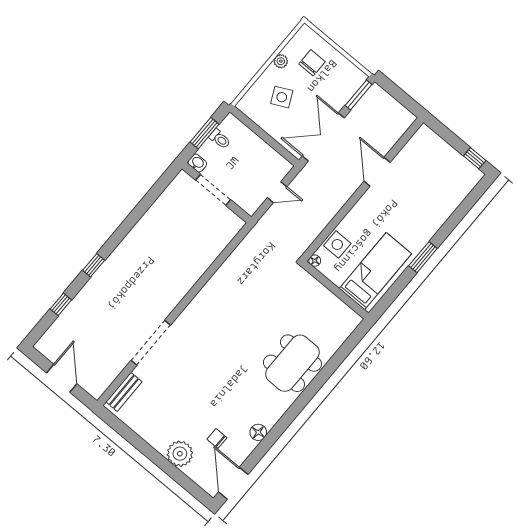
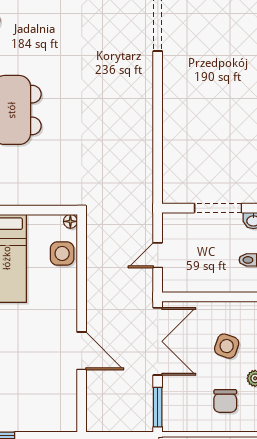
side table: (282, 97) -> (227, 346), turned 45

